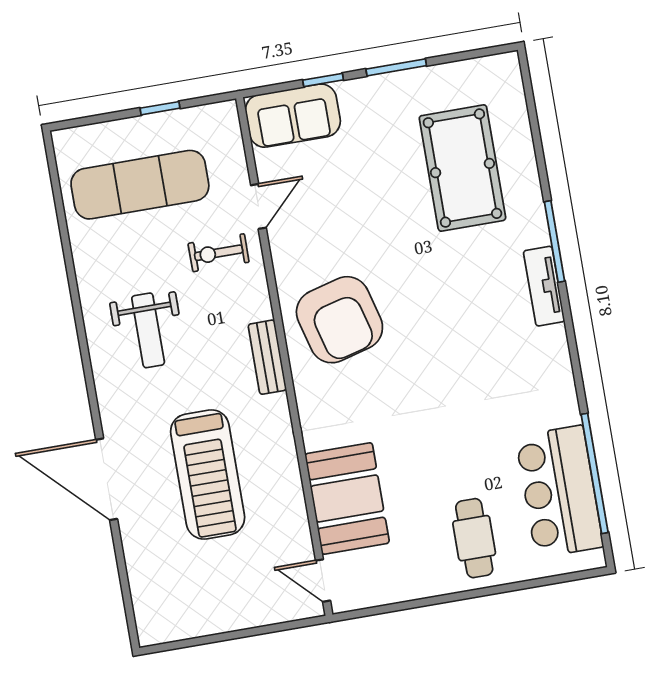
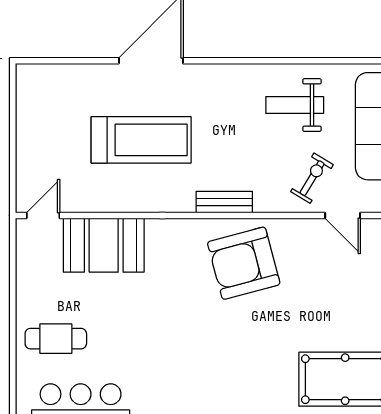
exercise bike: (219, 253) -> (312, 178), turned 31
weight bench: (148, 330) -> (295, 105), moved
treadmill: (208, 474) -> (141, 140), turned 180

